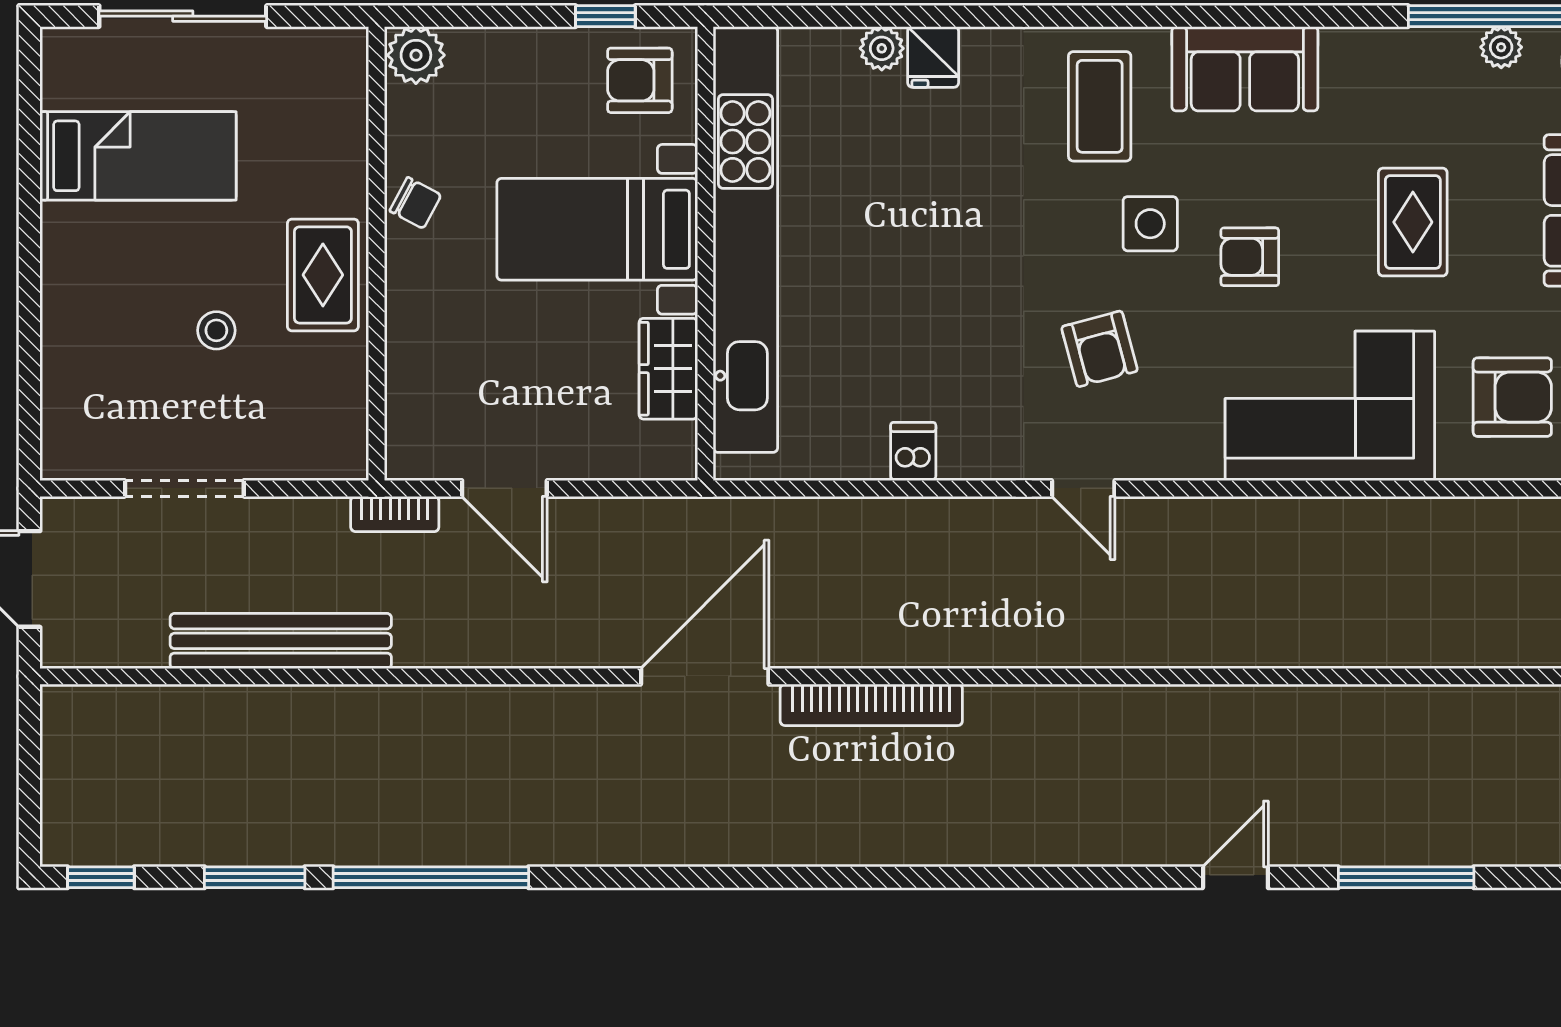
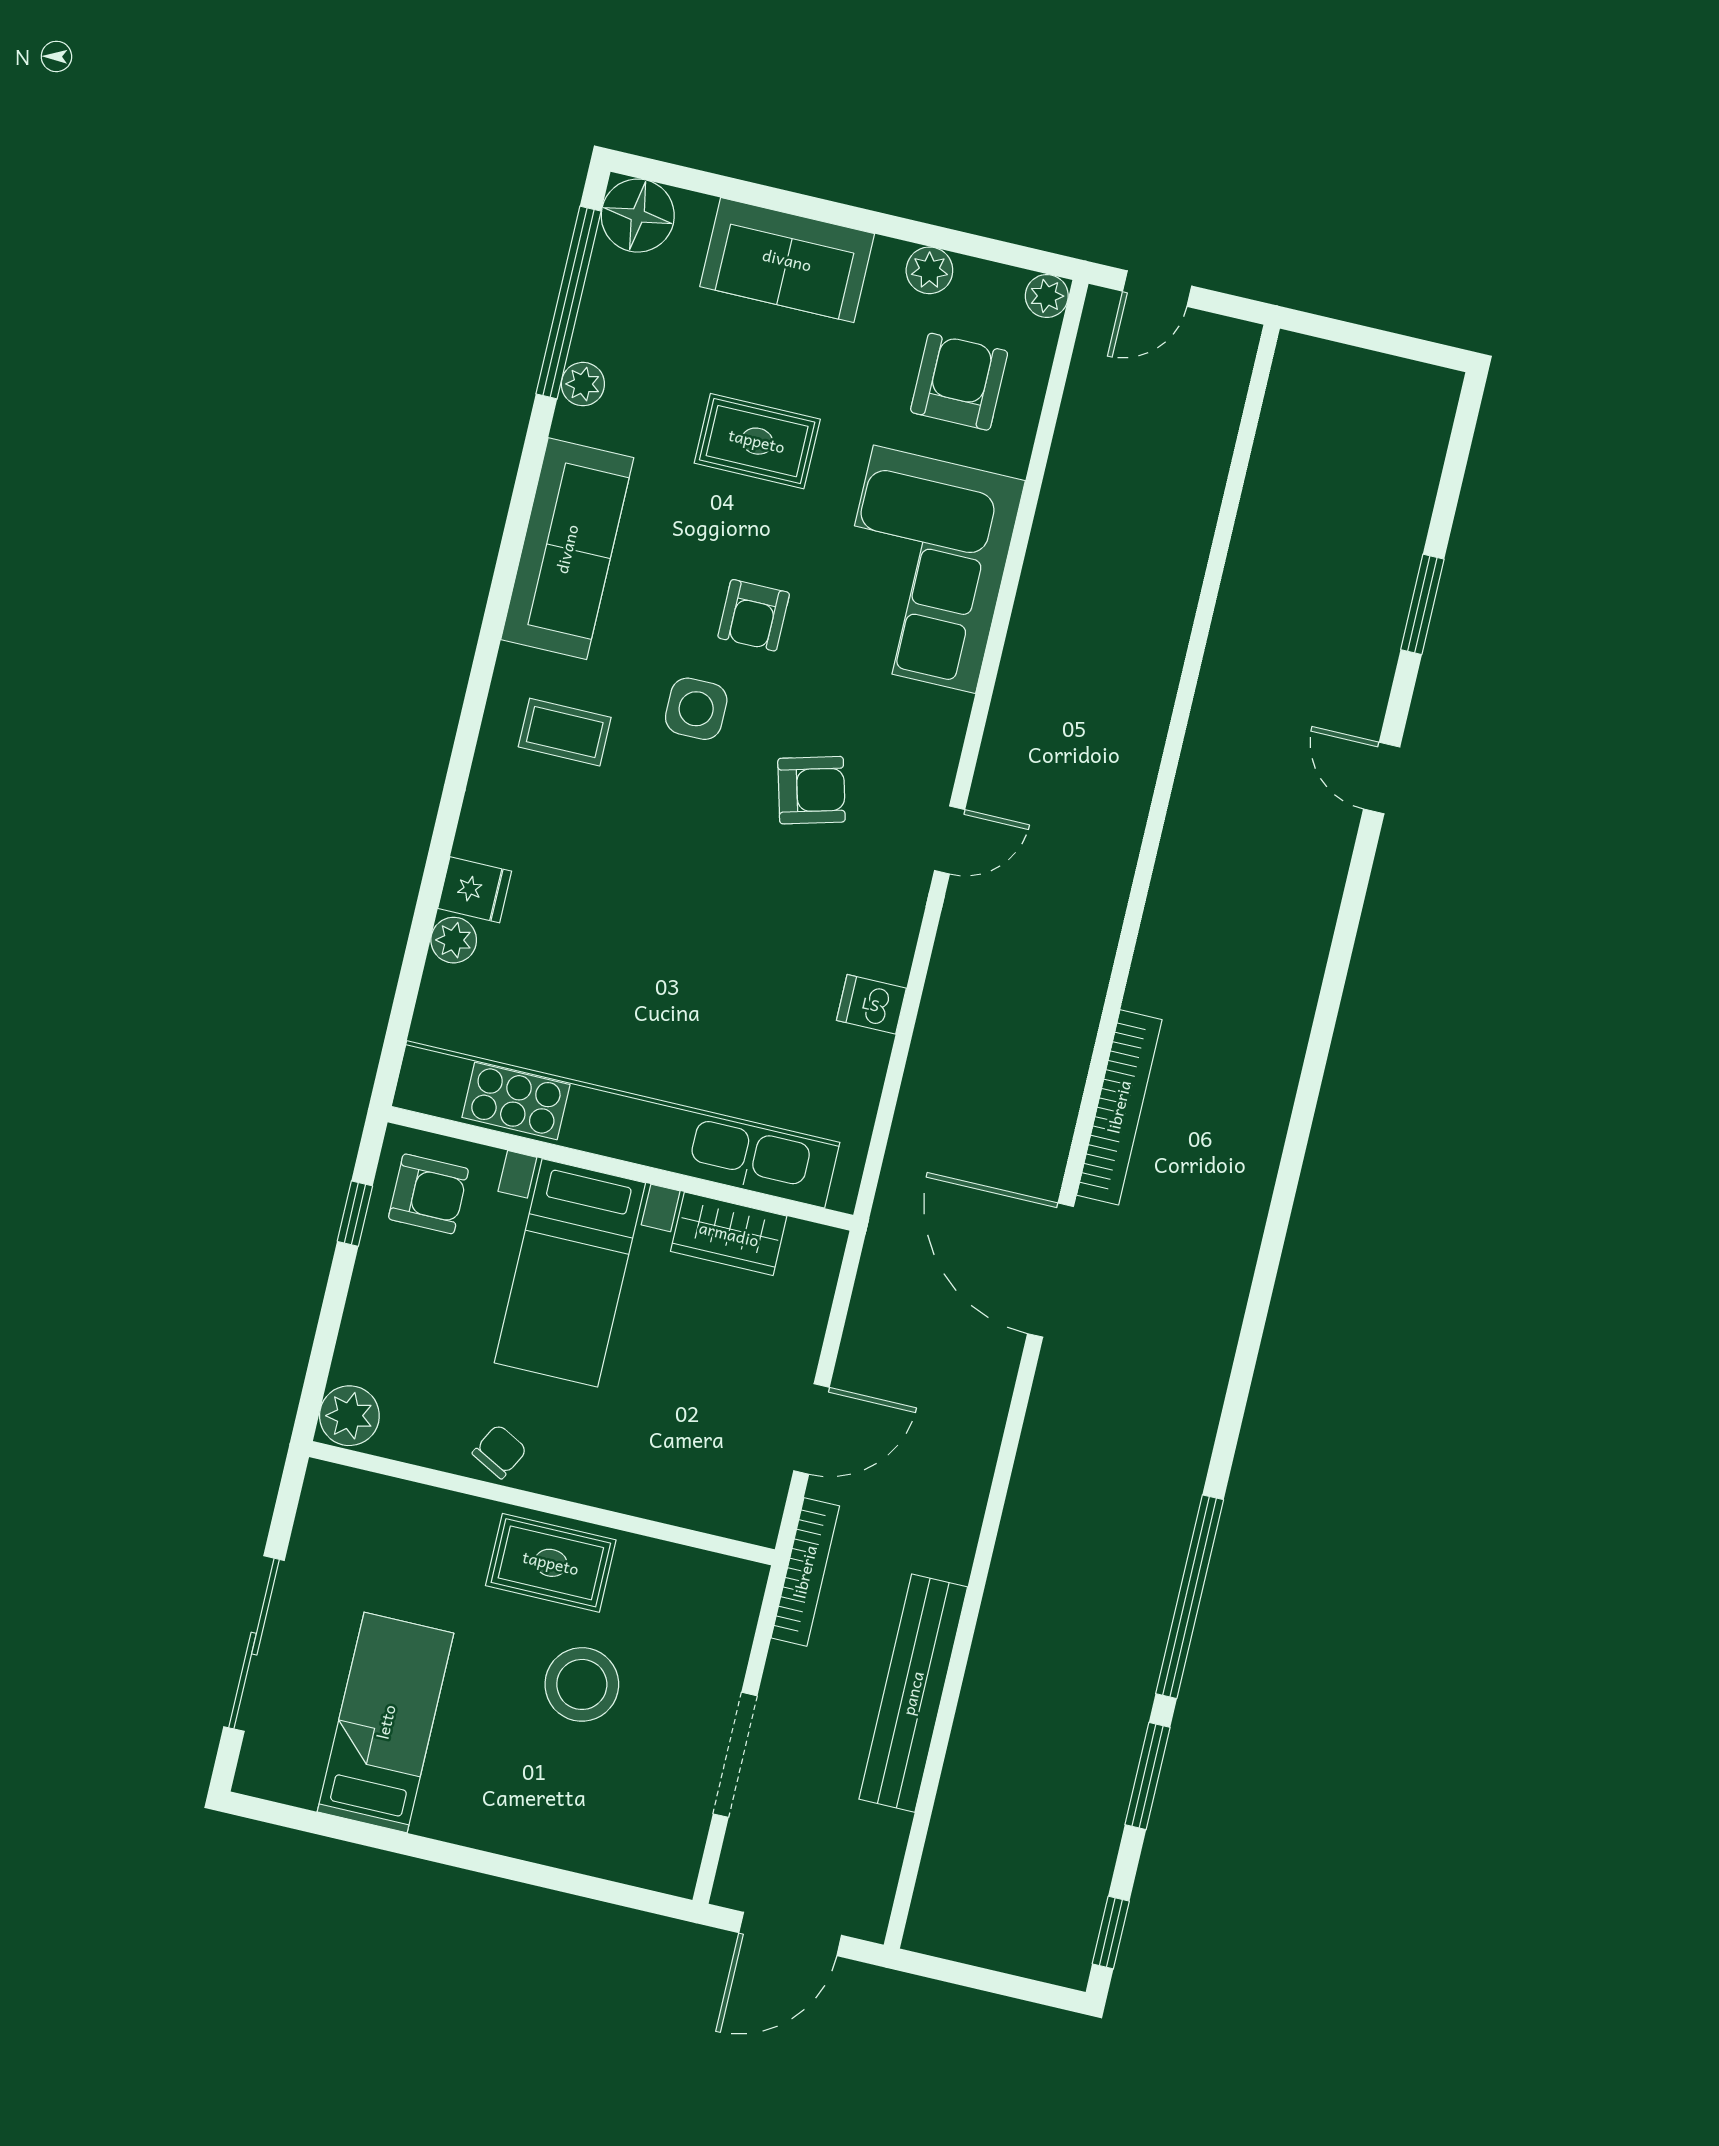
plant: (1501, 47) -> (583, 384), moved
sofa: (1245, 69) -> (567, 549), width x1.36
armchair: (640, 80) -> (428, 1194), turned -90
coffee table: (1100, 106) -> (565, 732), width x0.73, depth x0.77
stool: (216, 330) -> (582, 1684), width x1.89, depth x1.89
bookcase: (395, 514) -> (805, 1572), width x1.56
window: (1406, 877) -> (1422, 604), width x0.69

